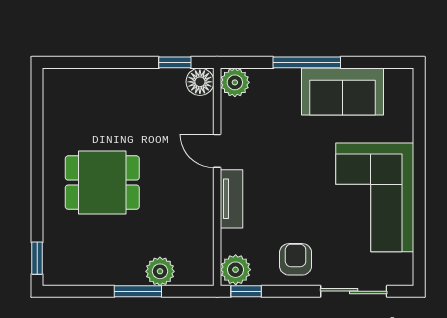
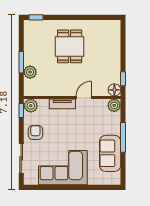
armchair: (296, 259) -> (35, 132), turned -90

